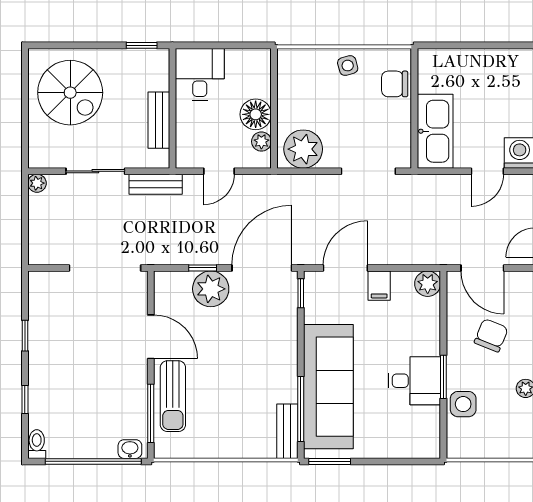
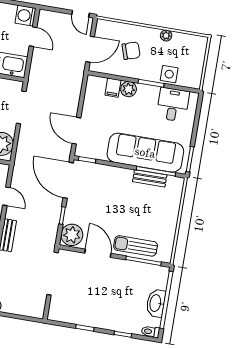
plant: (428, 284) -> (129, 89), moved
filing cabinet: (379, 286) -> (113, 88), moved, turned 90
plant: (211, 289) -> (72, 235), moved
chair: (491, 335) -> (131, 51), turned 140
door: (151, 337) -> (98, 253), hinge flipped
desk: (414, 381) -> (173, 105), moved
sun lounger: (173, 396) -> (136, 246), turned 180
bench: (287, 431) -> (150, 178), moved
washbasin: (130, 449) -> (156, 303), moved, width x1.91, depth x1.45

